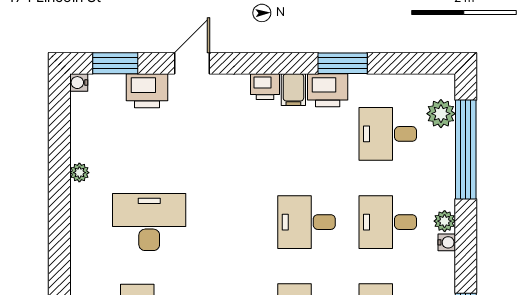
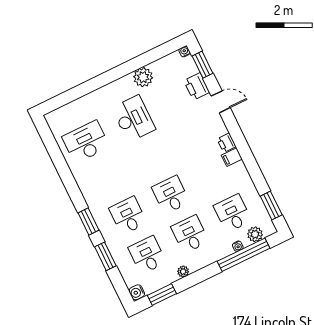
window: (343, 63) -> (271, 206), moved
printer: (328, 90) -> (240, 174), removed
plant: (79, 173) -> (143, 77), width x1.88, depth x1.88
plant: (445, 221) -> (183, 272), moved
water cooler: (447, 242) -> (238, 246), moved

